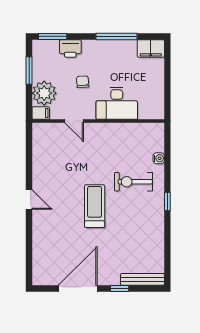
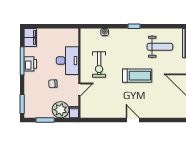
printer: (70, 48) -> (30, 64), moved
exercise bike: (133, 182) -> (99, 64), moved
door: (29, 200) -> (133, 120), hinge flipped
treadmill: (95, 206) -> (137, 76), turned 180
weight bench: (137, 240) -> (160, 47), added

